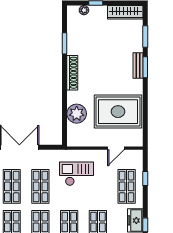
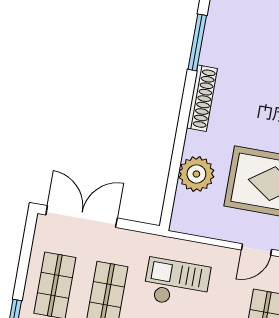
window: (65, 43) -> (197, 42), width x1.44

